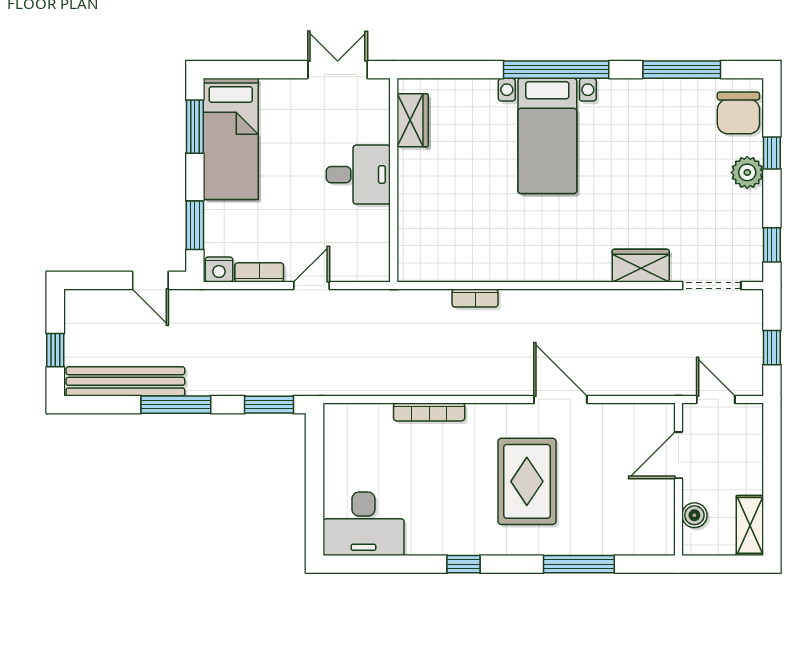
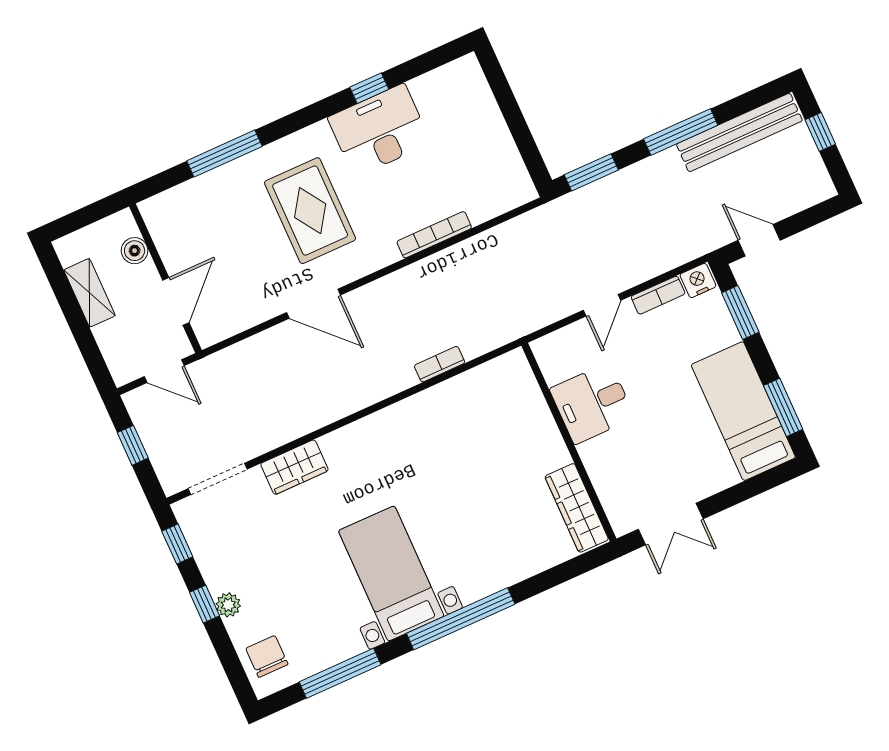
chair: (738, 113) -> (267, 656), width x0.73, depth x0.73
wardrobe: (413, 120) -> (577, 508), width x1.50
bed with nightstands: (547, 136) -> (391, 573), moved
window: (772, 153) -> (204, 604), moved
plant: (747, 172) -> (228, 605), width x0.73, depth x0.73
desk: (358, 175) -> (592, 403), moved
desk: (363, 524) -> (379, 130), moved
shelving: (750, 525) -> (89, 293), moved
window: (464, 564) -> (369, 88), moved

